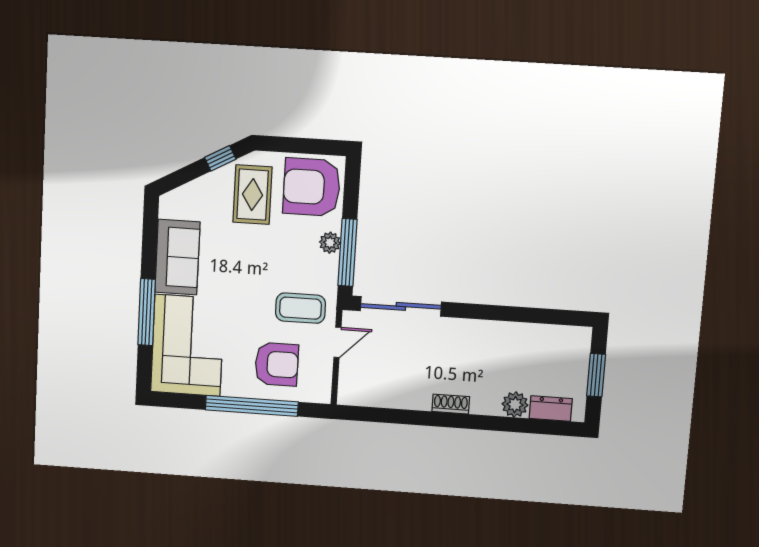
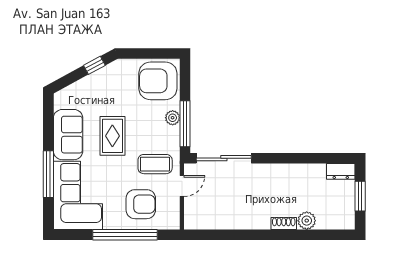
rug: (253, 195) -> (112, 136), moved
shoe rack: (451, 404) -> (284, 223), moved
dresser: (551, 409) -> (341, 171), moved, turned 180

